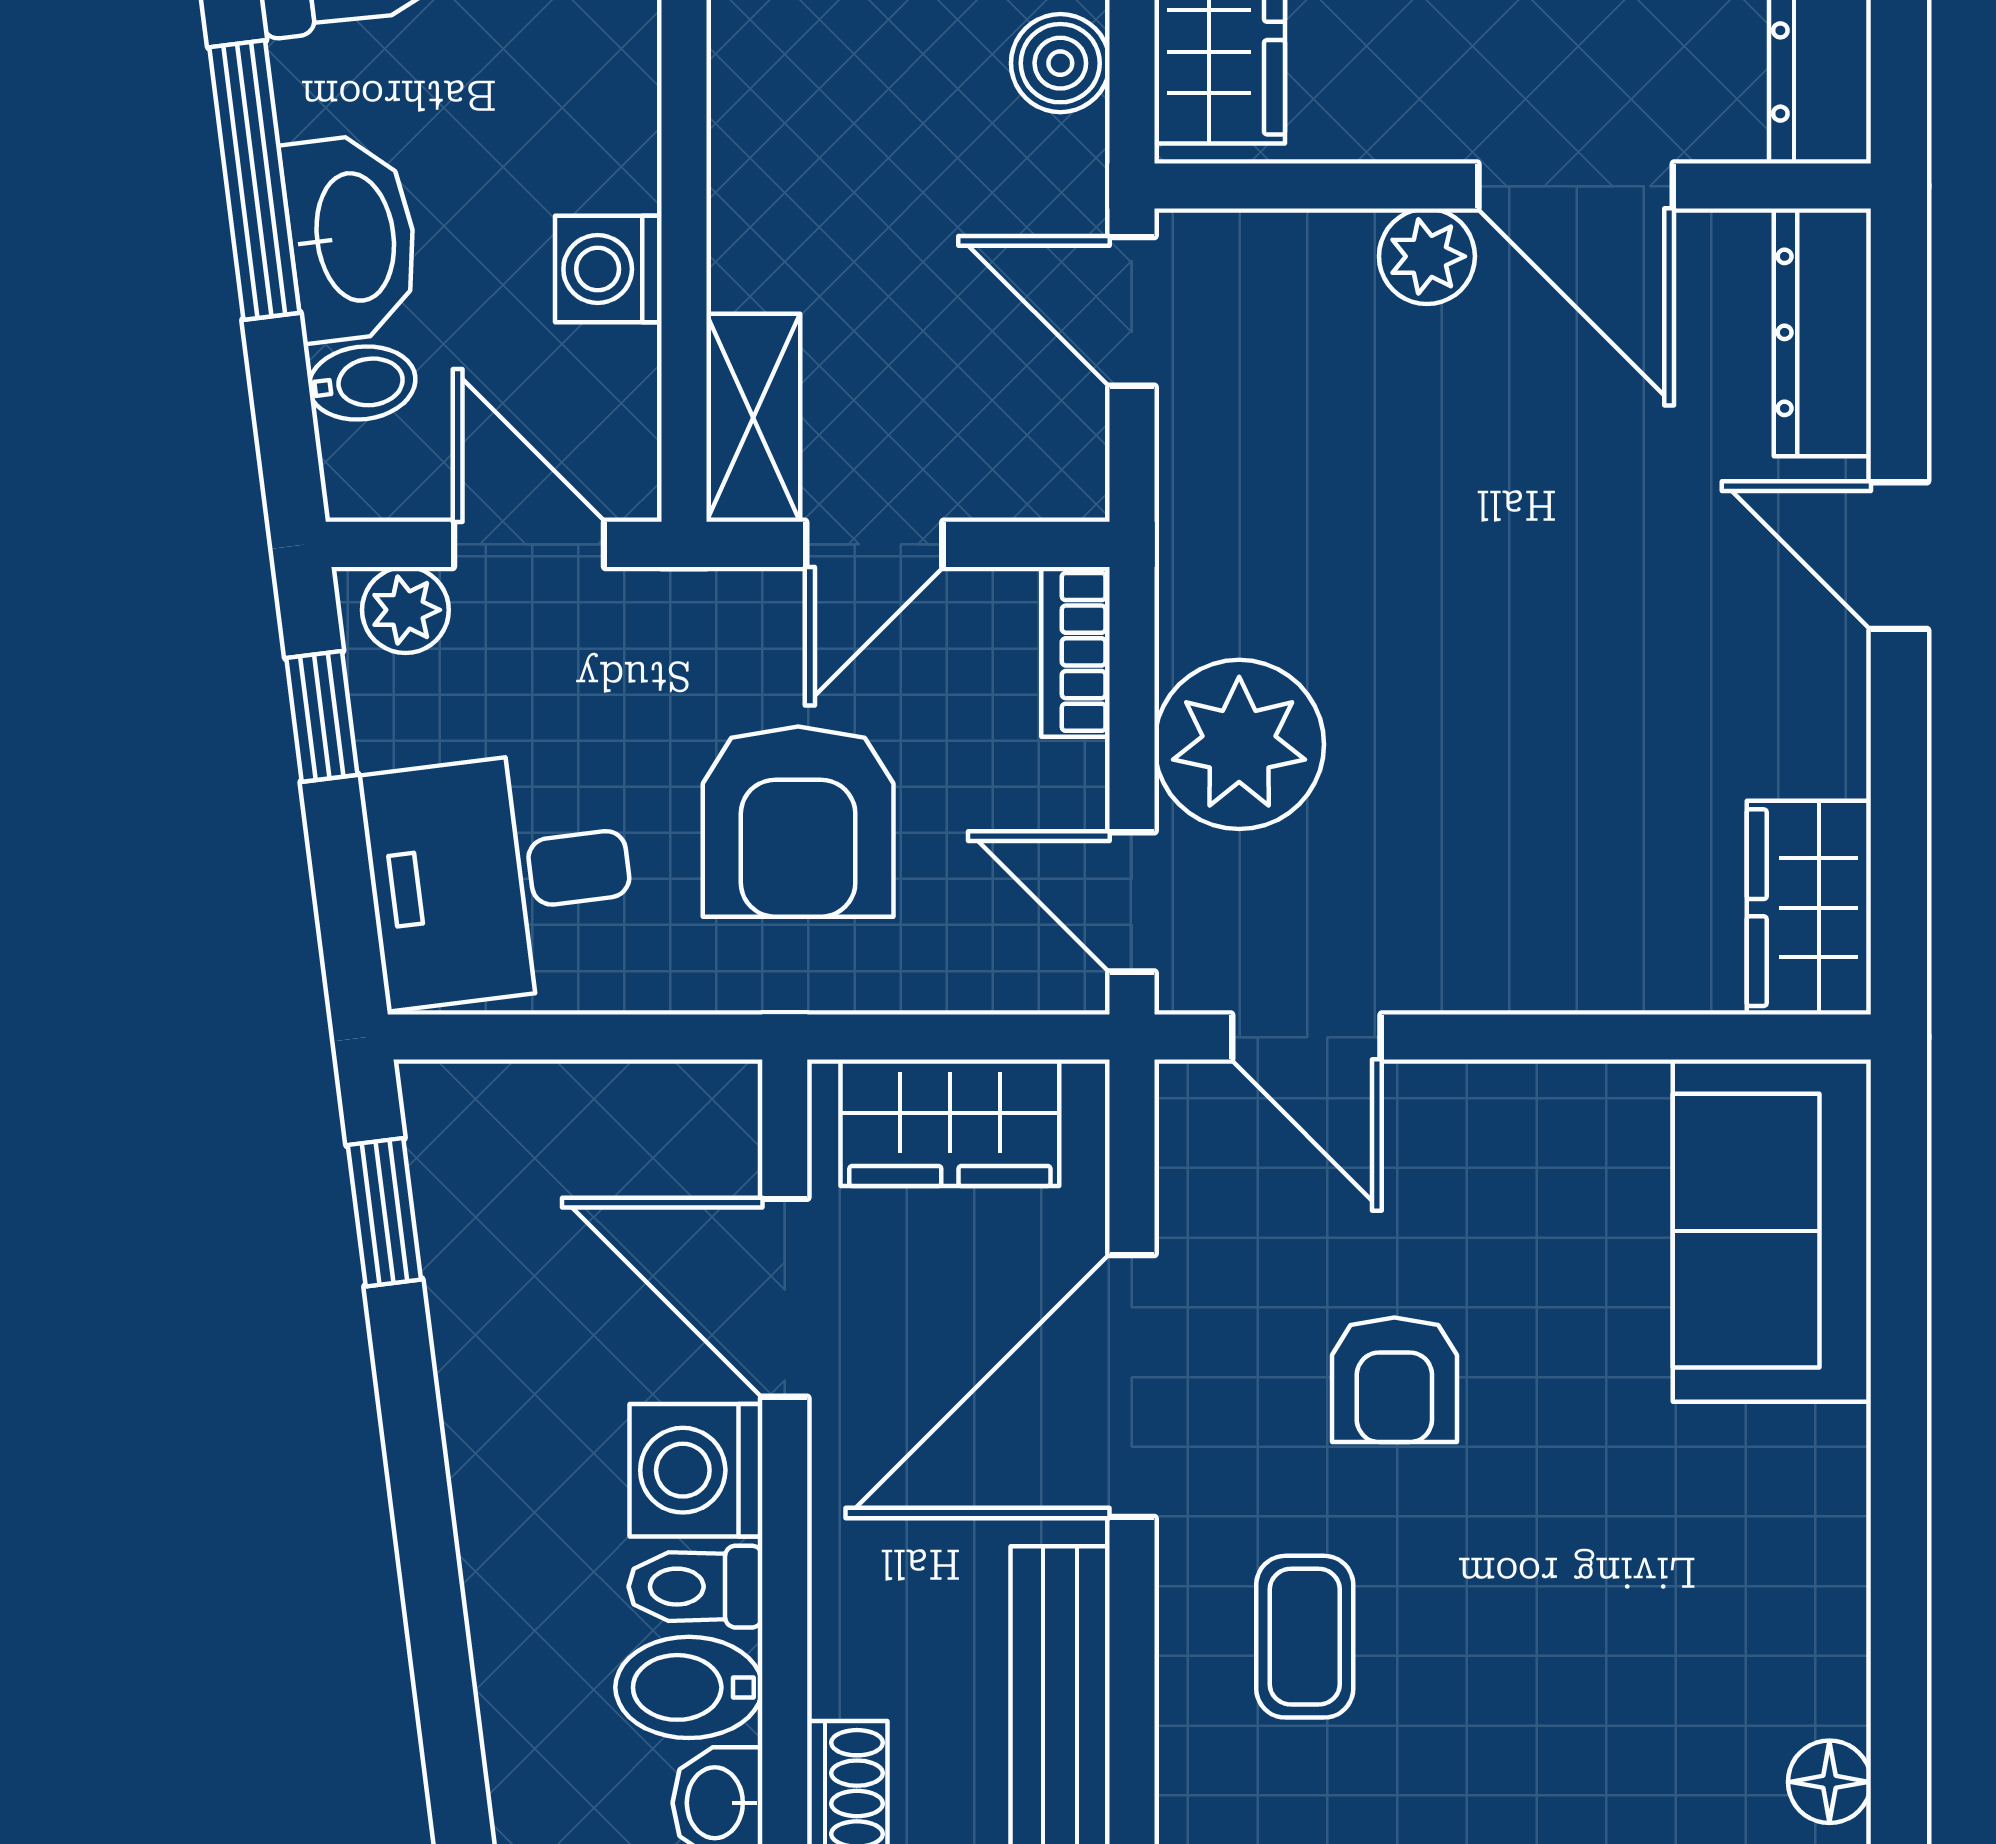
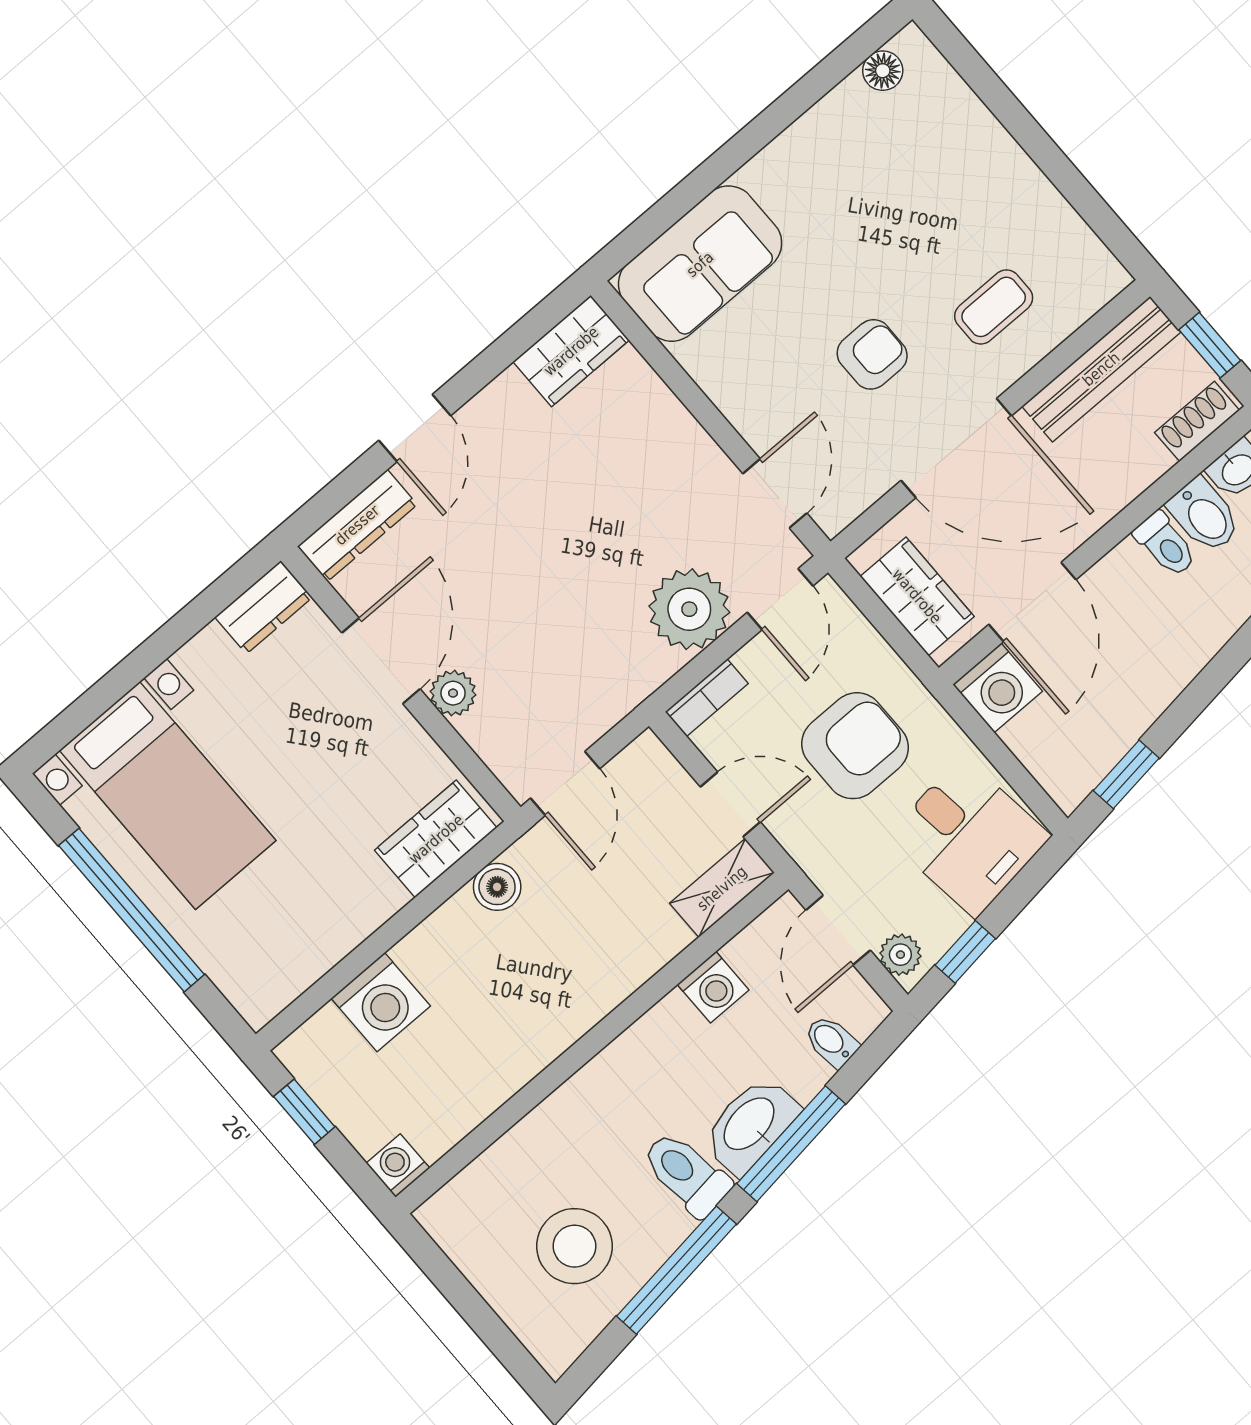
washbasin: (352, 237) -> (750, 1125), moved
washing machine: (696, 1470) -> (998, 688), moved

